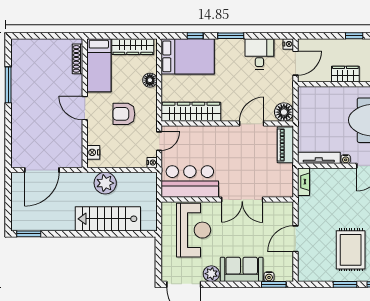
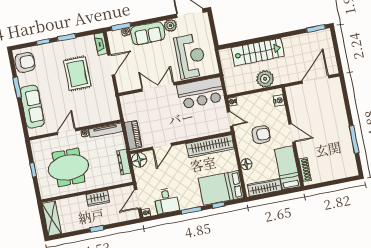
dresser: (304, 113) -> (124, 162), added
door: (159, 141) -> (230, 119), swing flipped
fireplace: (303, 182) -> (101, 44), moved
reception desk: (194, 230) -> (190, 56), turned 180
rug: (351, 250) -> (77, 73), moved

